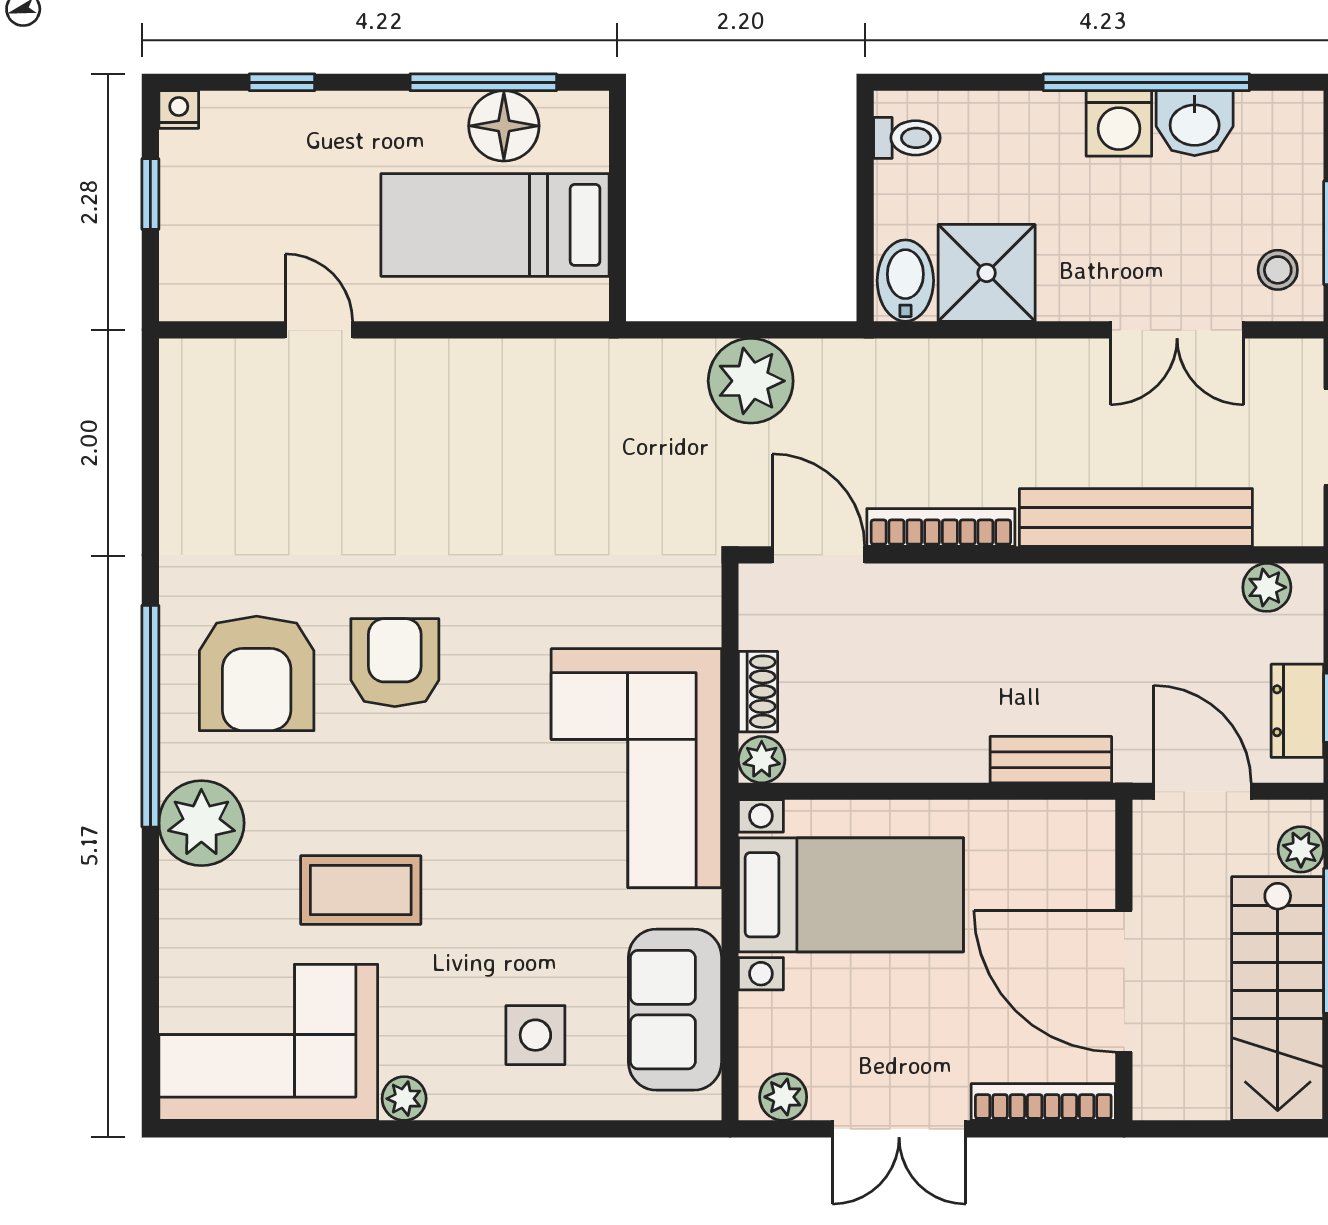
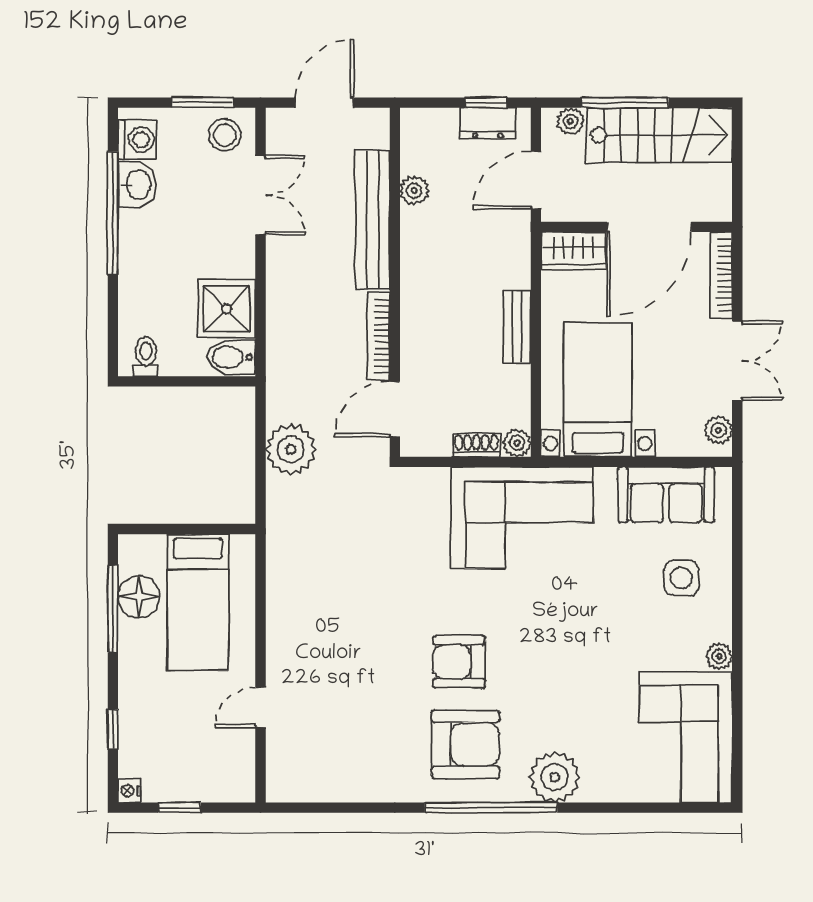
washing machine: (1119, 123) -> (137, 140), moved
stool: (1278, 270) -> (225, 135), width x1.37, depth x1.37
plant: (1267, 587) -> (414, 191), moved
bench: (1051, 760) -> (517, 327), moved
wardrobe: (1084, 854) -> (573, 251), added
coffee table: (361, 890) -> (595, 682), removed

